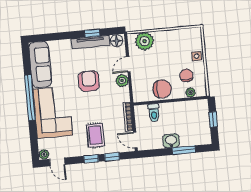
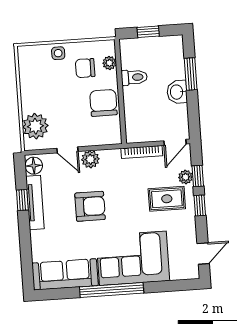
armchair: (89, 81) -> (90, 206), turned 180
toilet: (154, 113) -> (134, 77), moved
plant: (44, 154) -> (186, 177), moved

